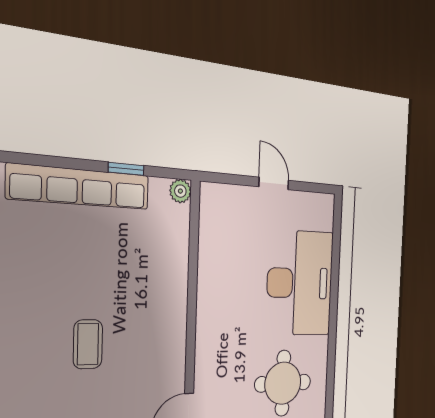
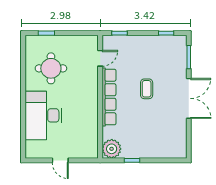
row of seats: (80, 187) -> (109, 97), moved, turned 90
plant: (180, 191) -> (112, 149), width x1.88, depth x1.88

